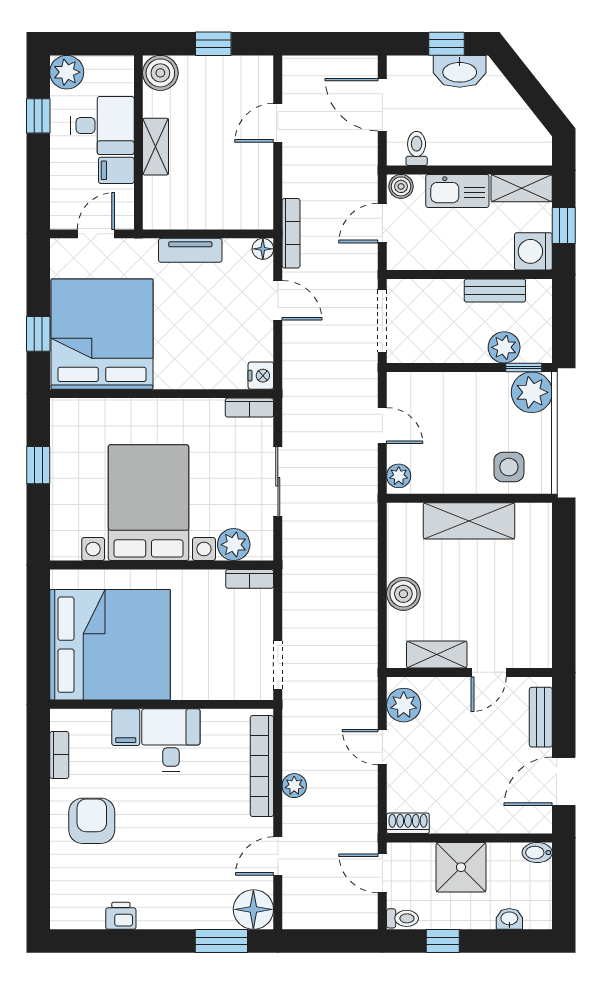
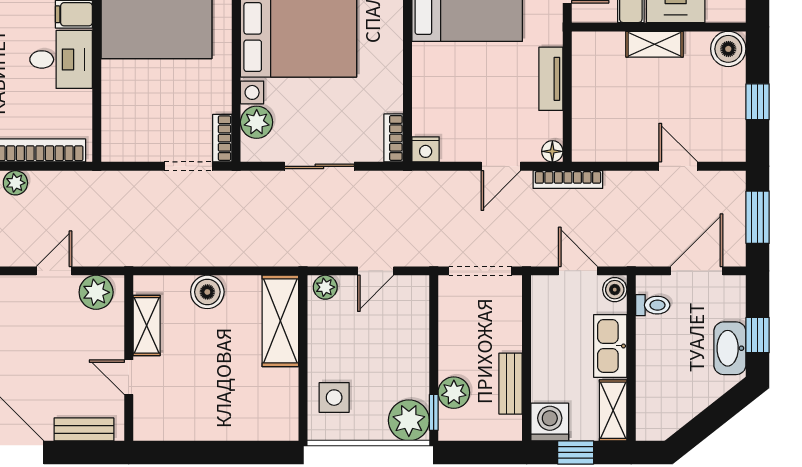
window: (329, 44) -> (758, 217), added
shelving: (469, 521) -> (280, 321), moved
doorway: (278, 665) -> (188, 166), moved

